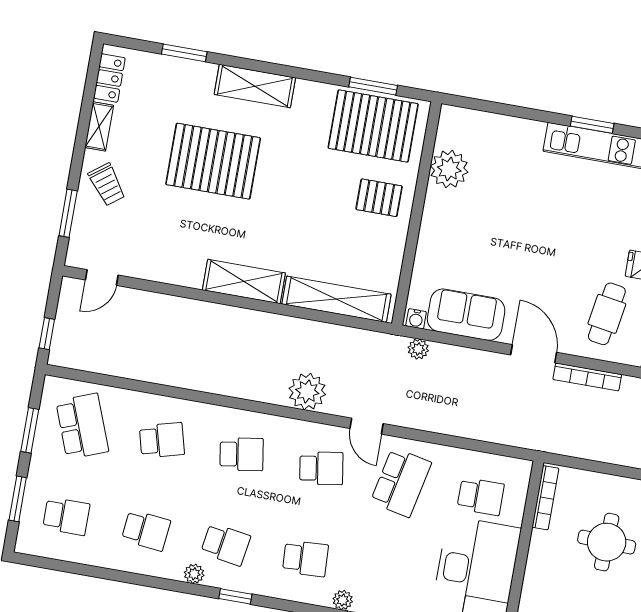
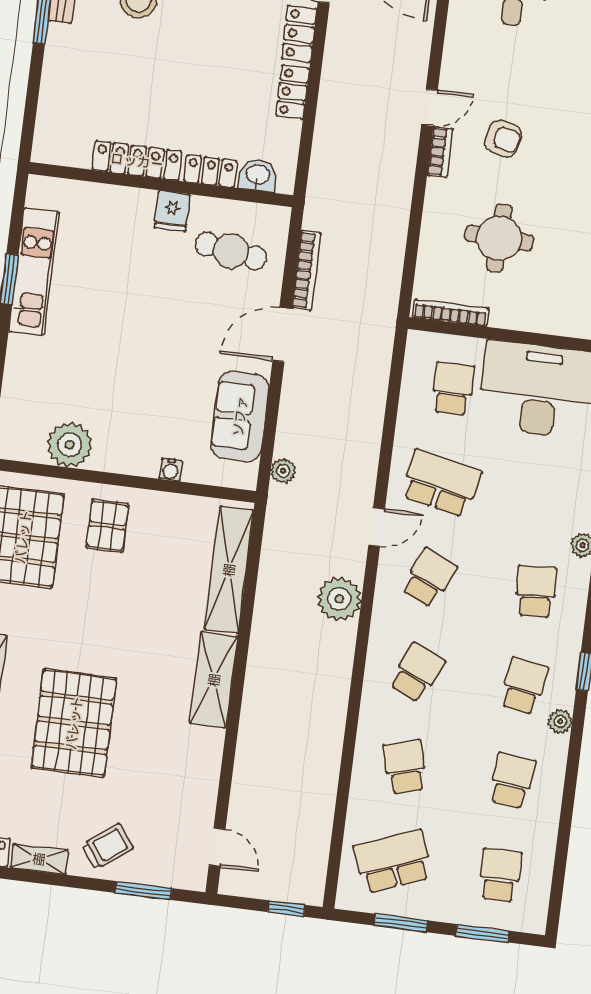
water cooler: (416, 319) -> (171, 470), moved, turned 90
school desk: (242, 454) -> (417, 673), turned 33
school desk: (321, 468) -> (429, 578), turned 33

